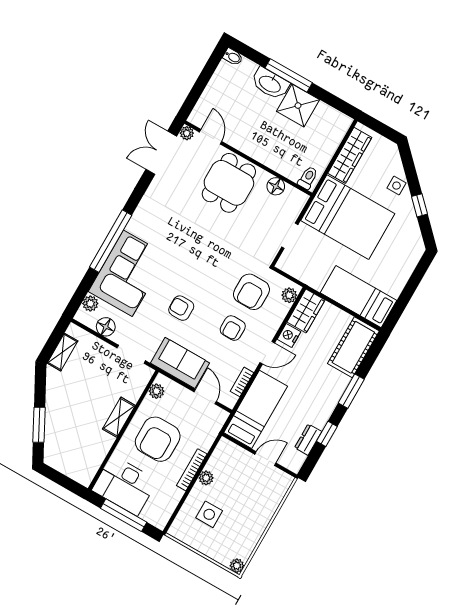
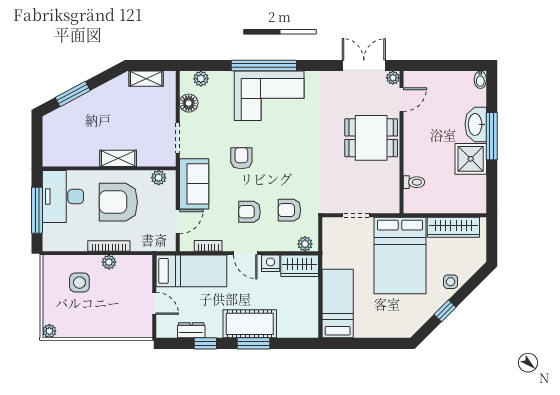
toilet: (308, 178) -> (414, 182), moved
floor lamp: (276, 186) -> (391, 179), removed
corner sofa: (128, 273) -> (269, 96), moved
armchair: (251, 292) -> (289, 210), width x0.72, depth x0.72
cot: (353, 347) -> (250, 324), moved

